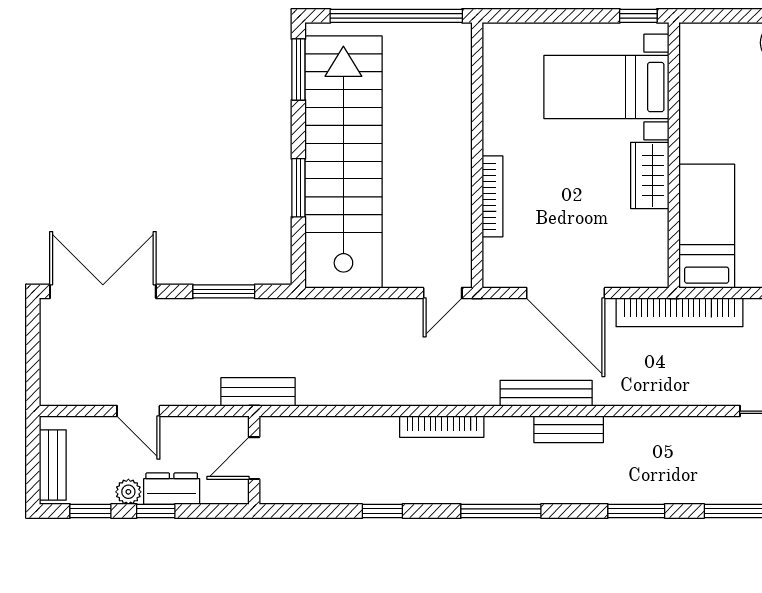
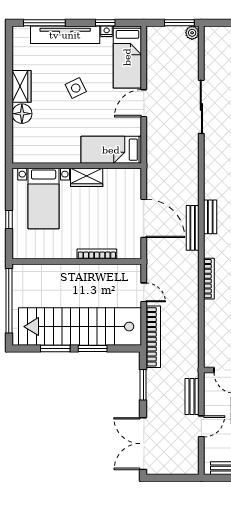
window: (638, 16) -> (9, 220), moved
window: (298, 70) -> (55, 348), moved
door: (443, 293) -> (144, 292), moved
door: (566, 293) -> (144, 218), hinge flipped
bookcase: (679, 312) -> (153, 337), moved
bench: (258, 392) -> (192, 396), moved

